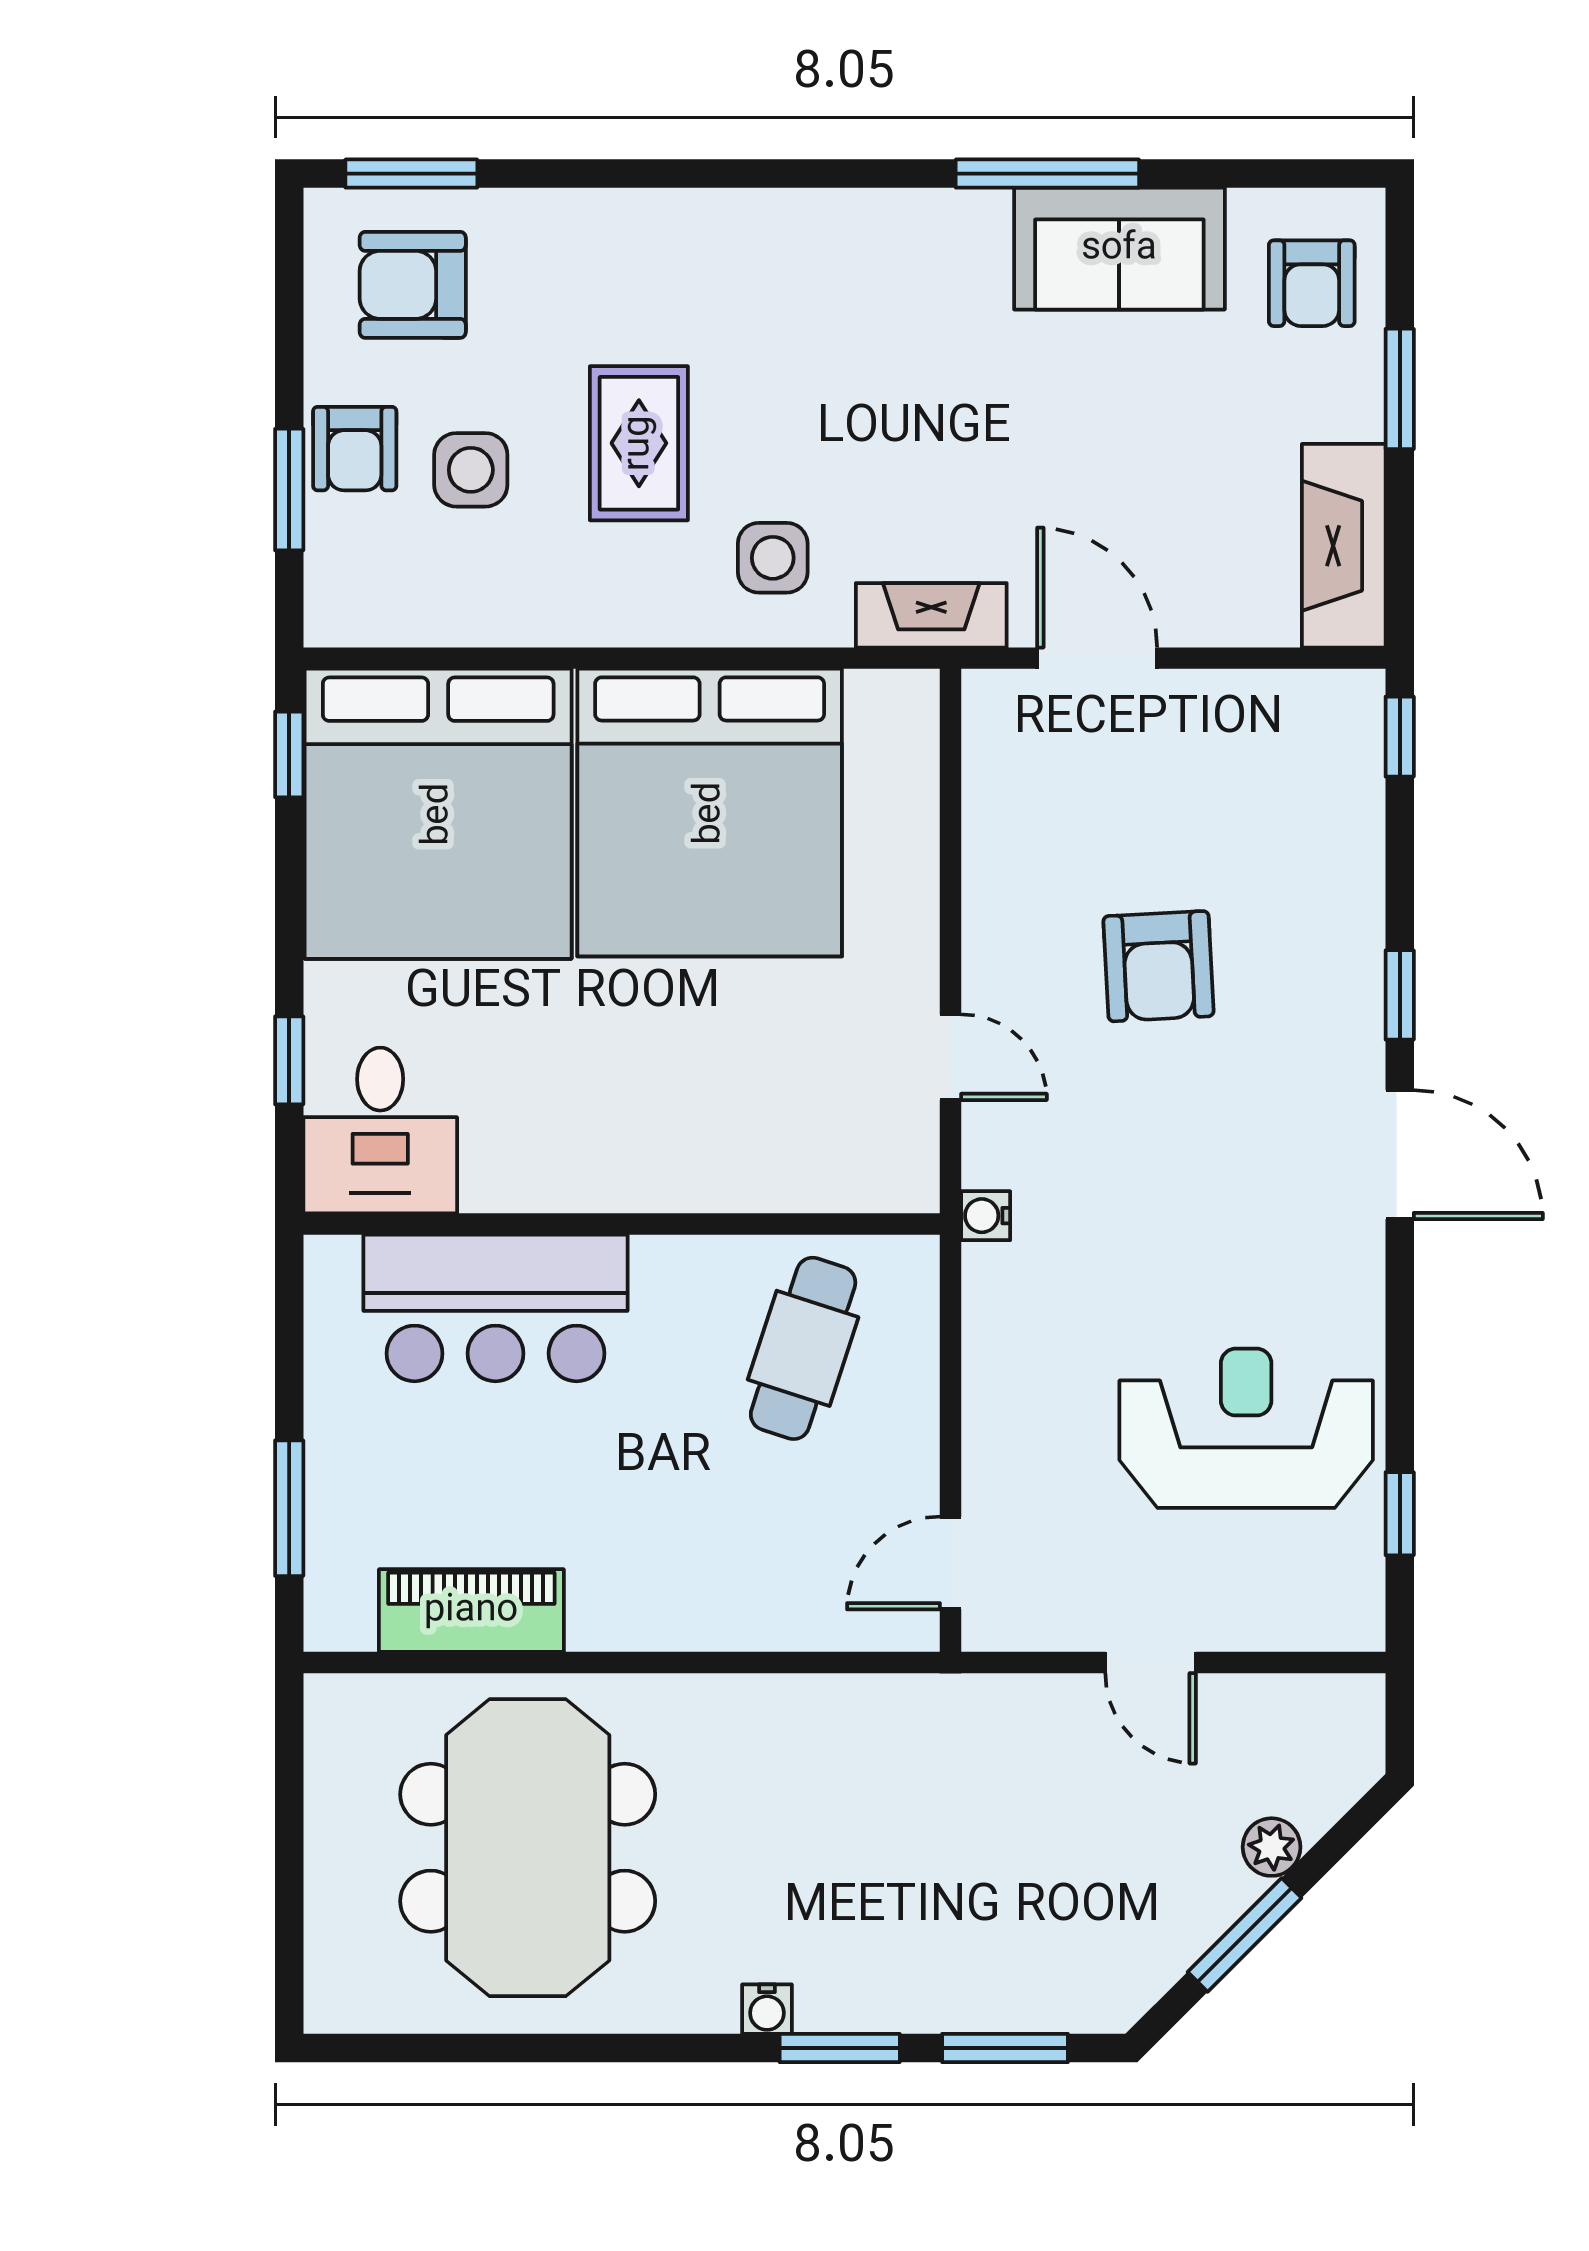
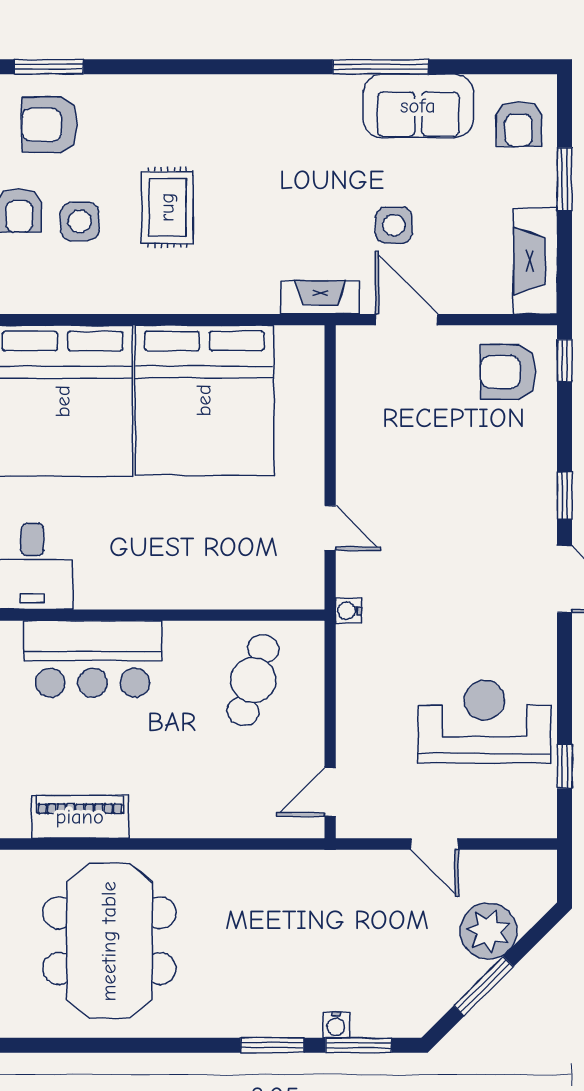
side table: (773, 558) -> (394, 225), moved
armchair: (1158, 966) -> (508, 372), moved, turned 93
plant: (1272, 1847) -> (488, 931), width x1.88, depth x1.88
water cooler: (767, 2009) -> (336, 1025), moved

